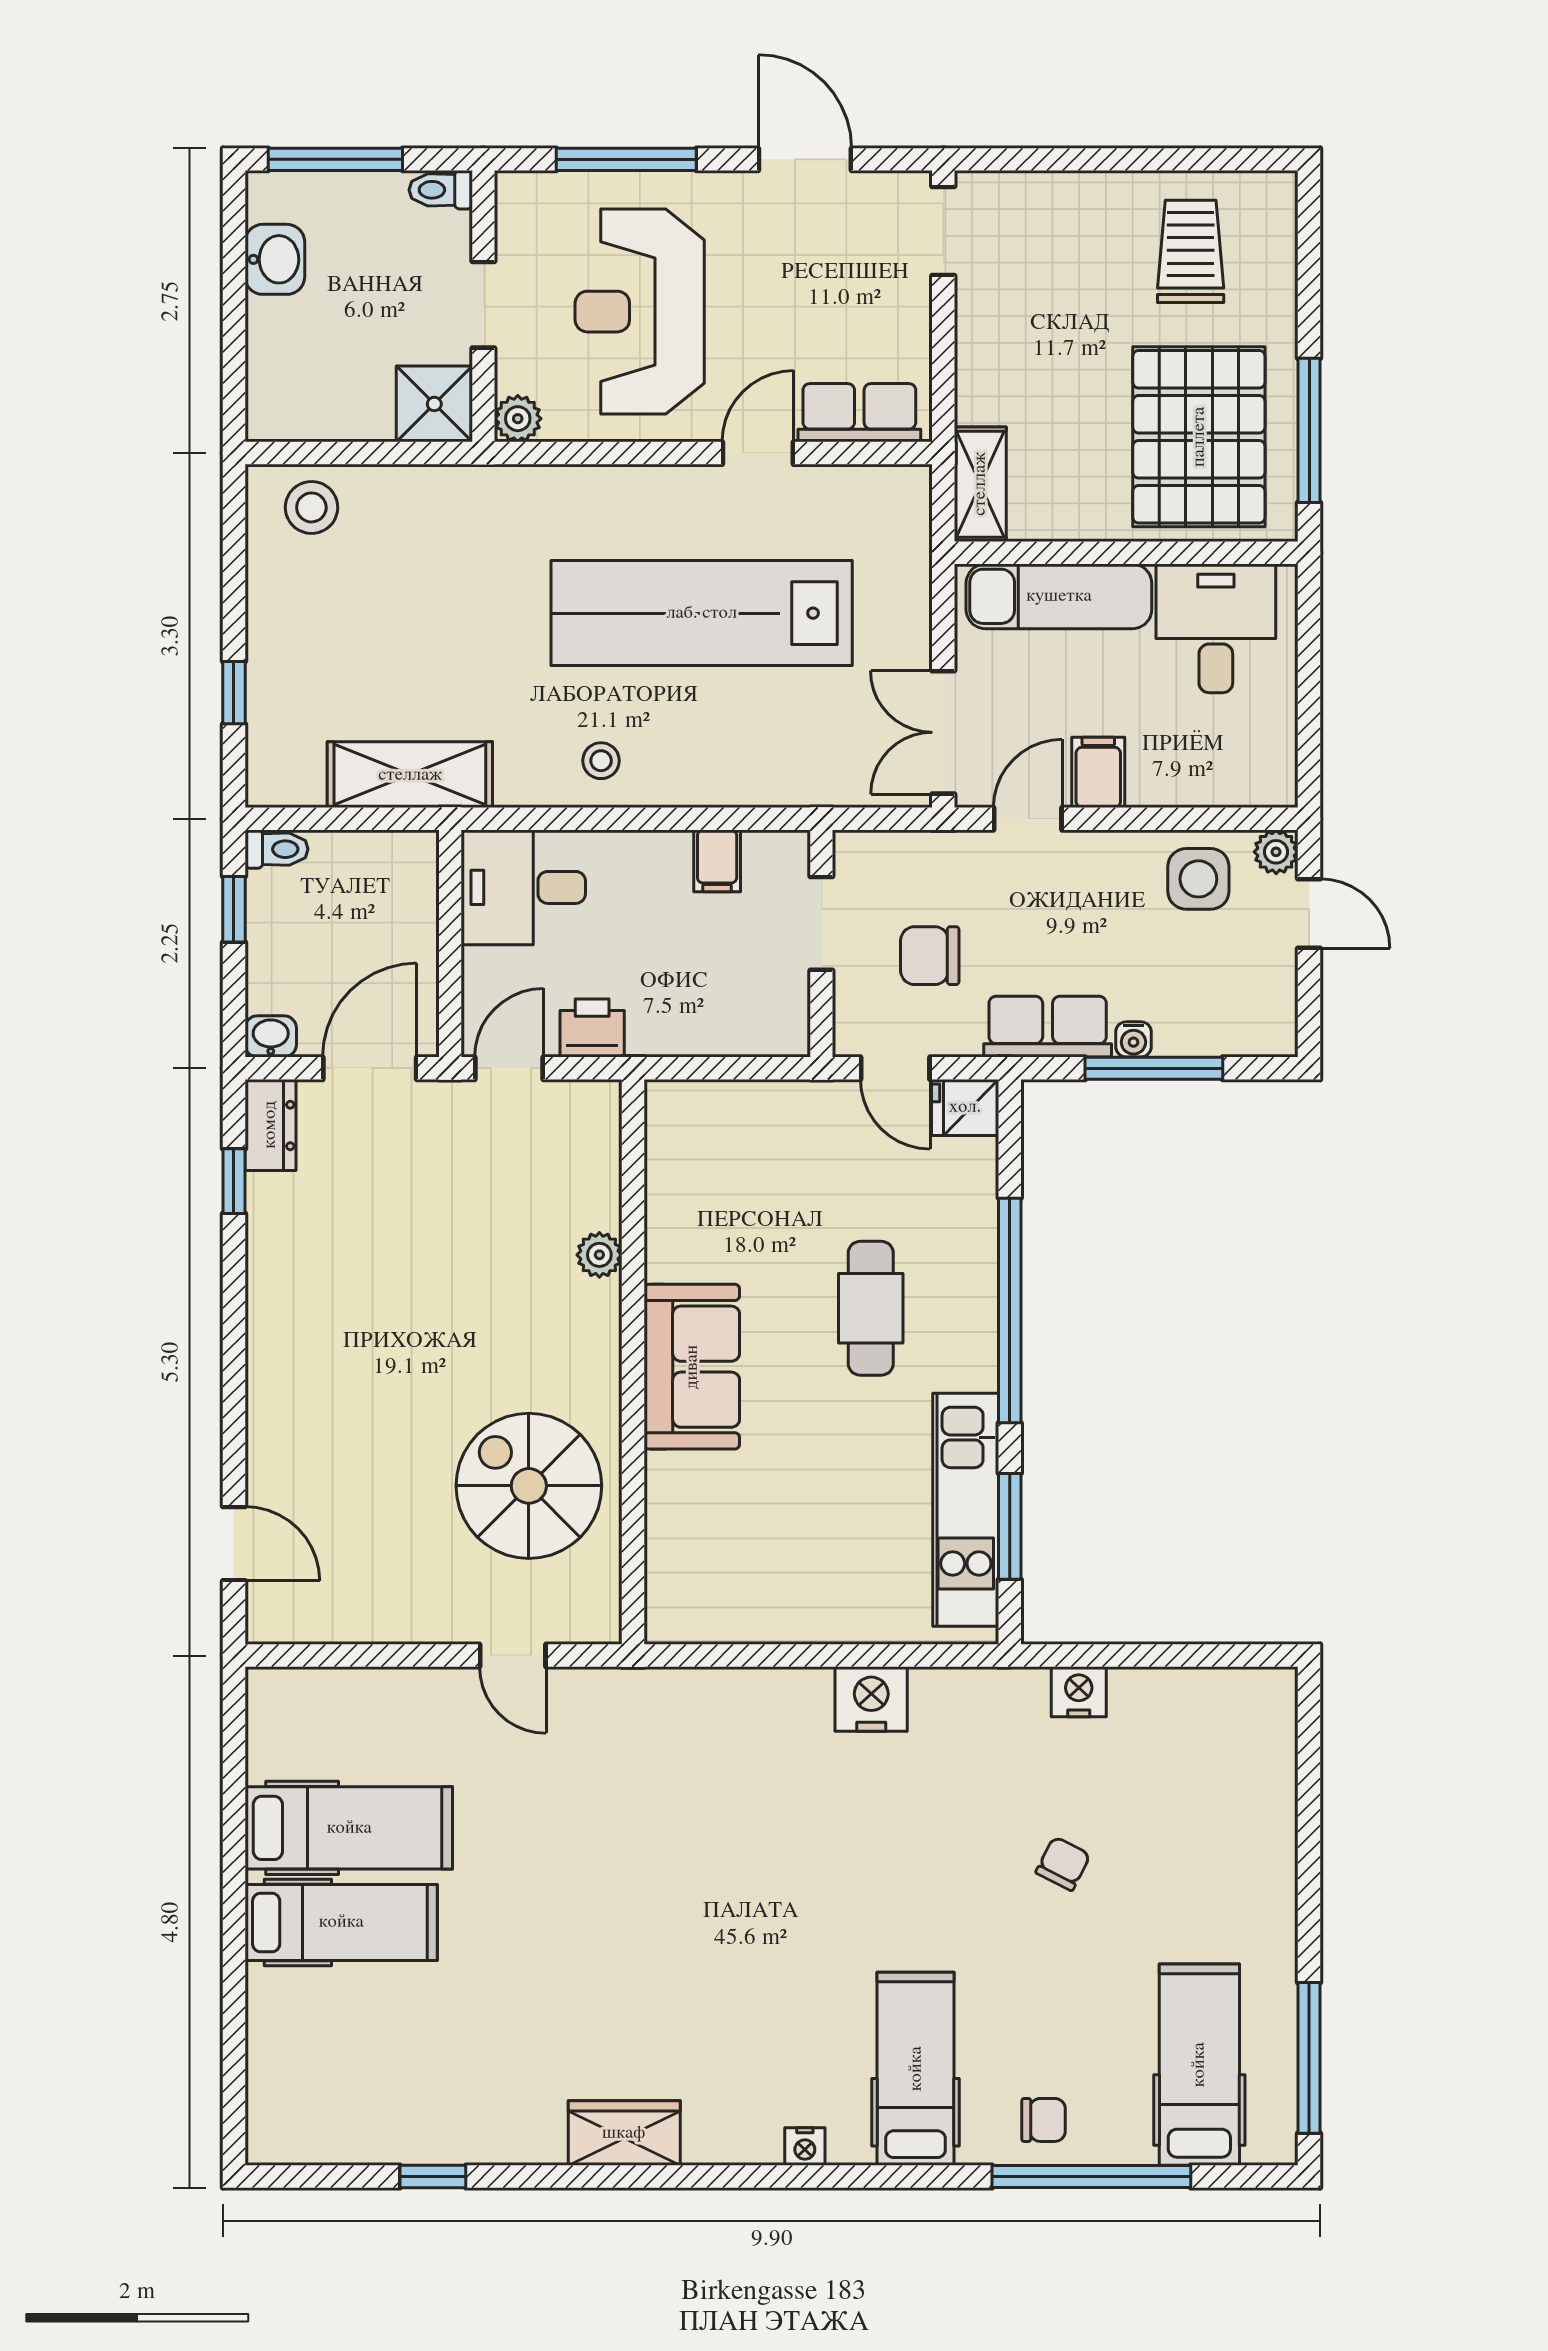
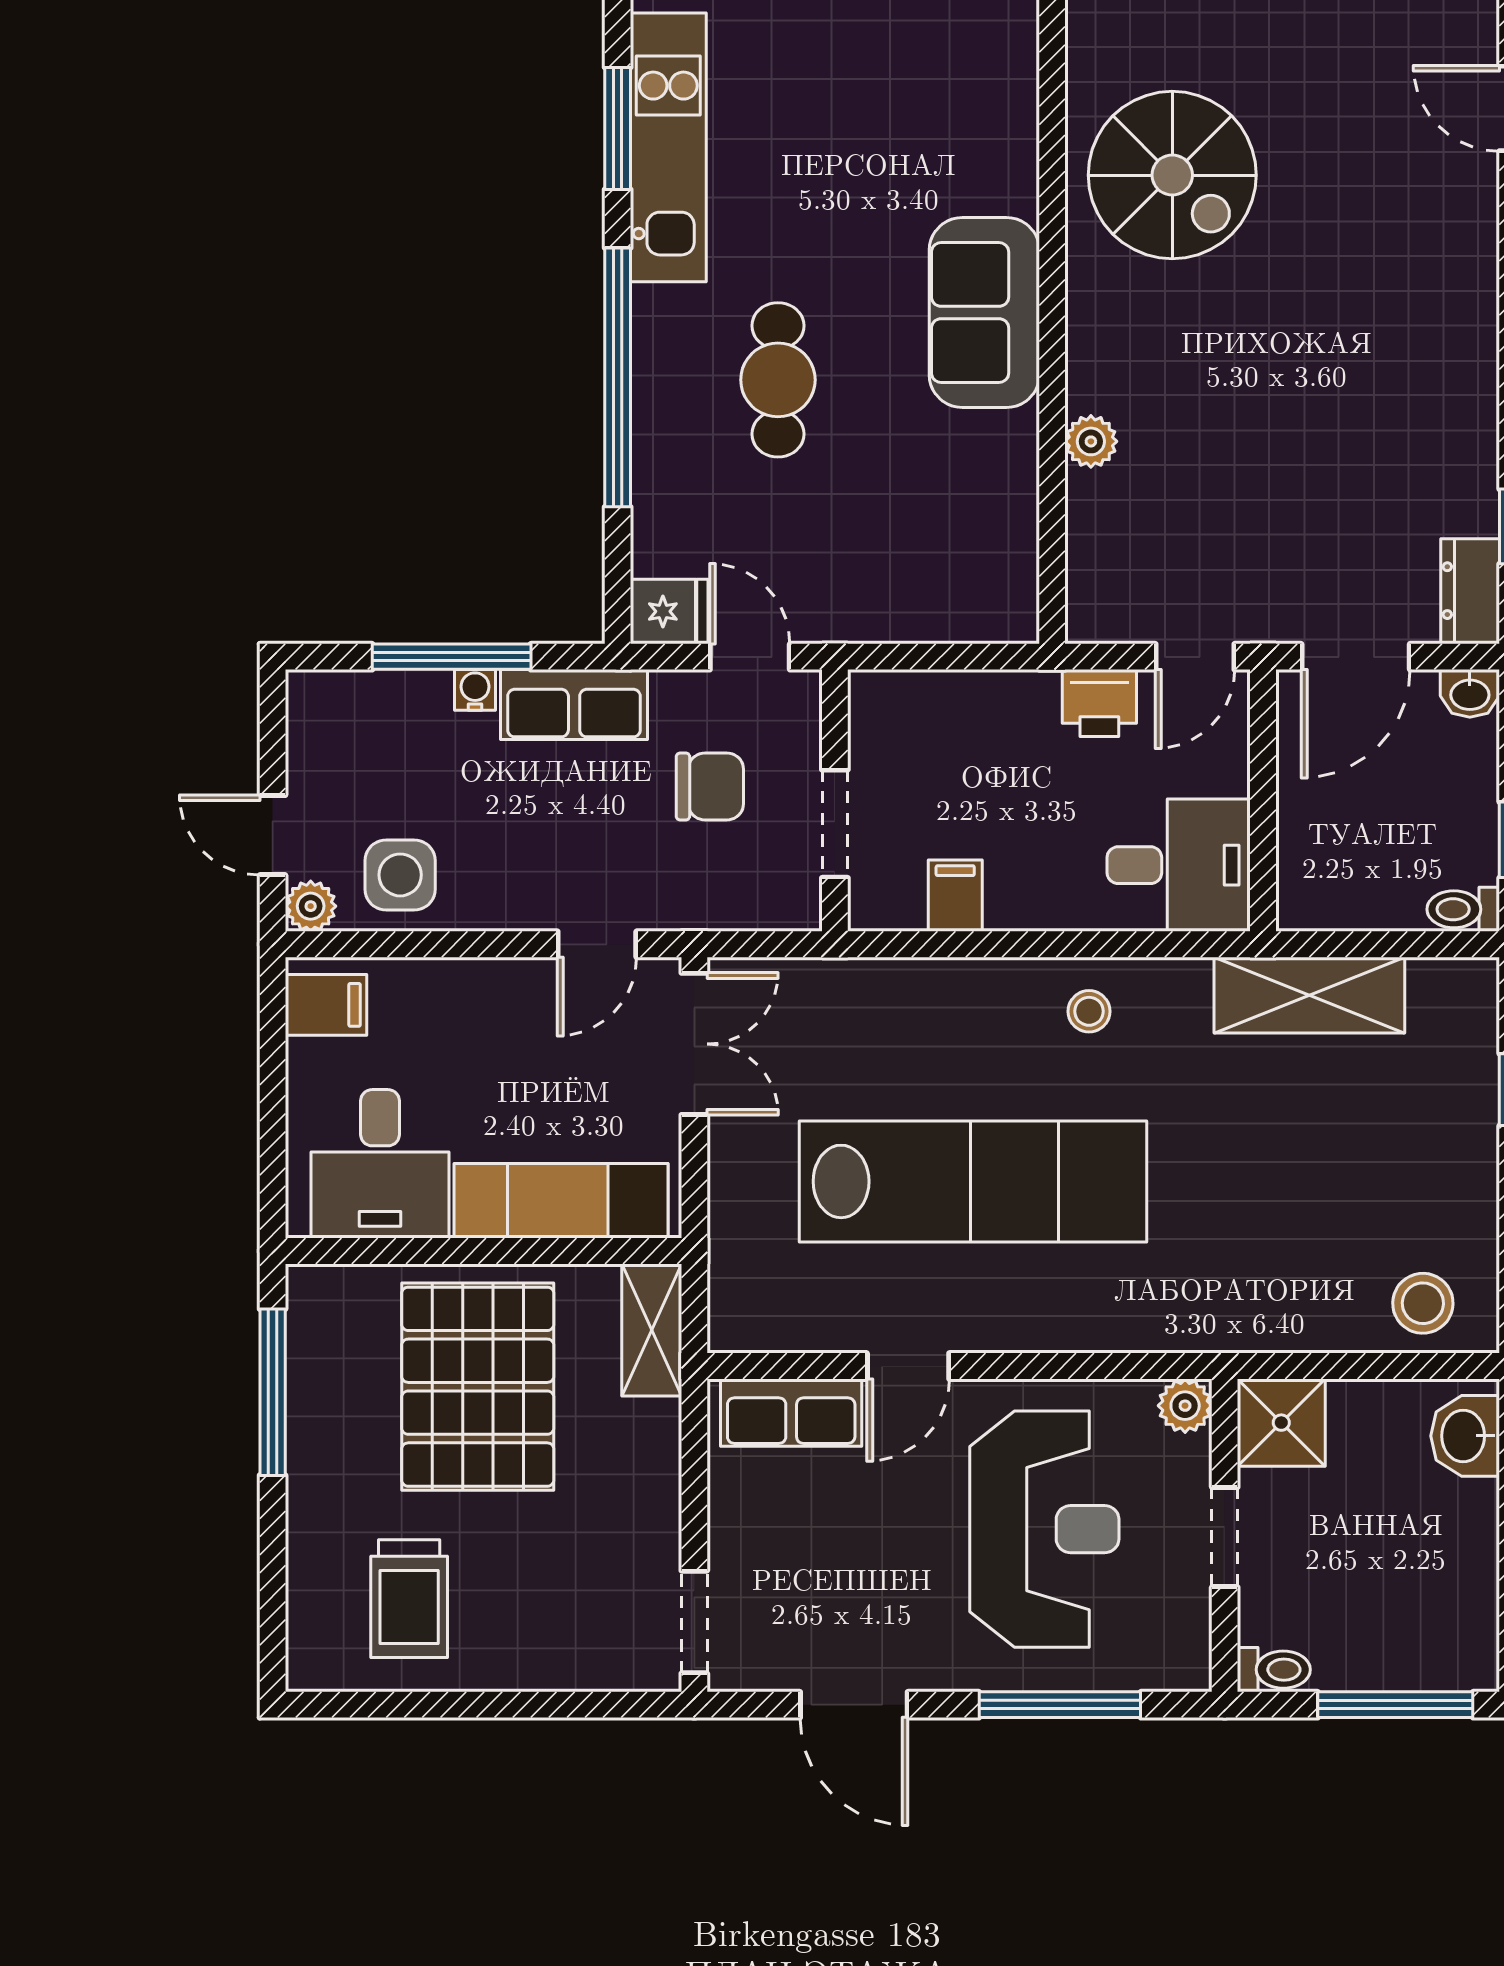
washbasin: (275, 259) -> (1465, 1436), moved
pallet: (1199, 437) -> (478, 1387), moved
filing cabinet: (1098, 772) -> (326, 1005), moved, turned -90

